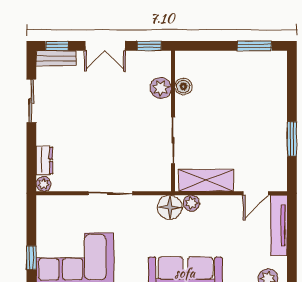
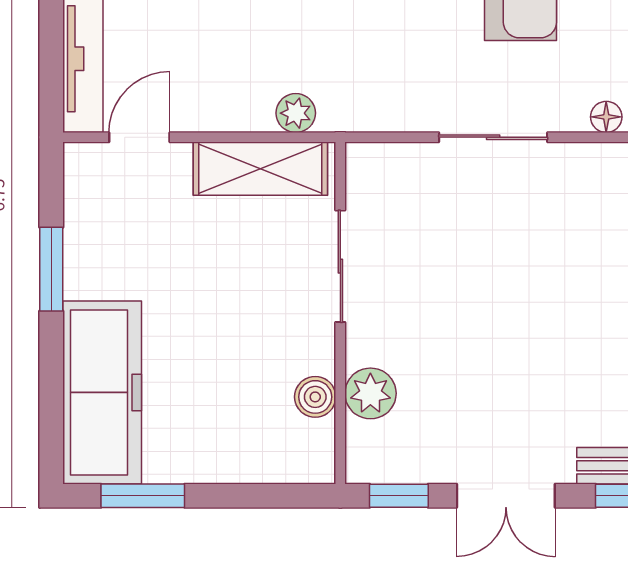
double door: (105, 46) -> (506, 496), swing flipped
freezer: (271, 88) -> (102, 392), added
floor lamp: (170, 207) -> (606, 117), moved, width x0.53, depth x0.53

